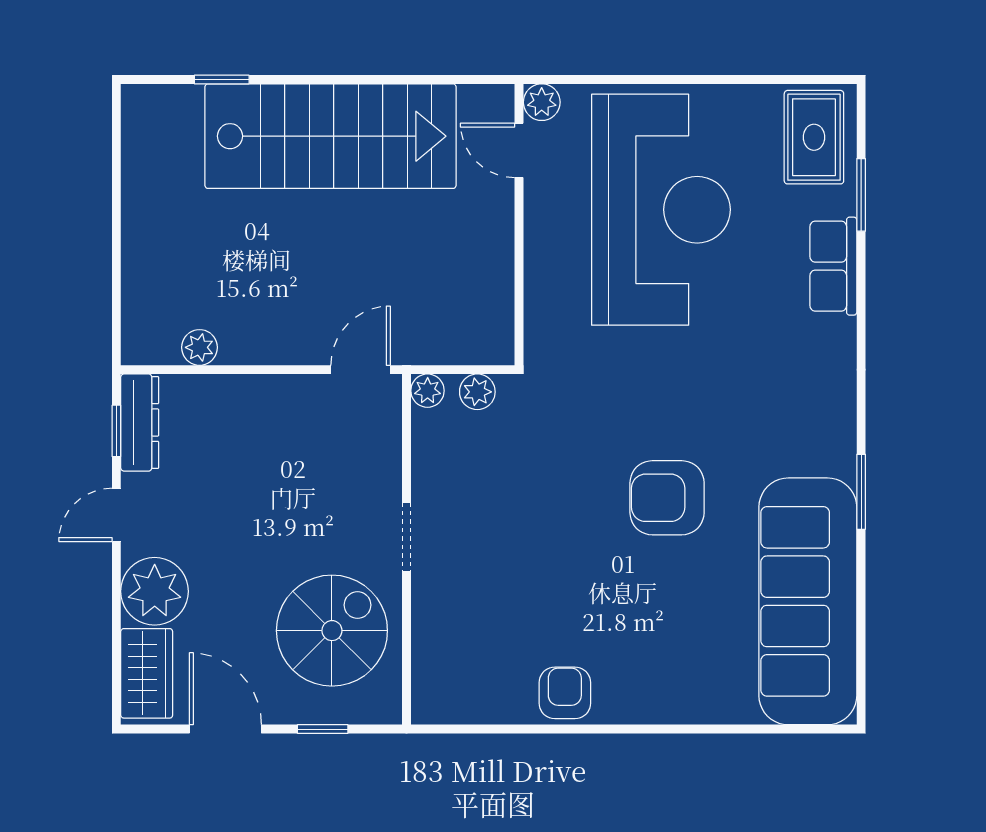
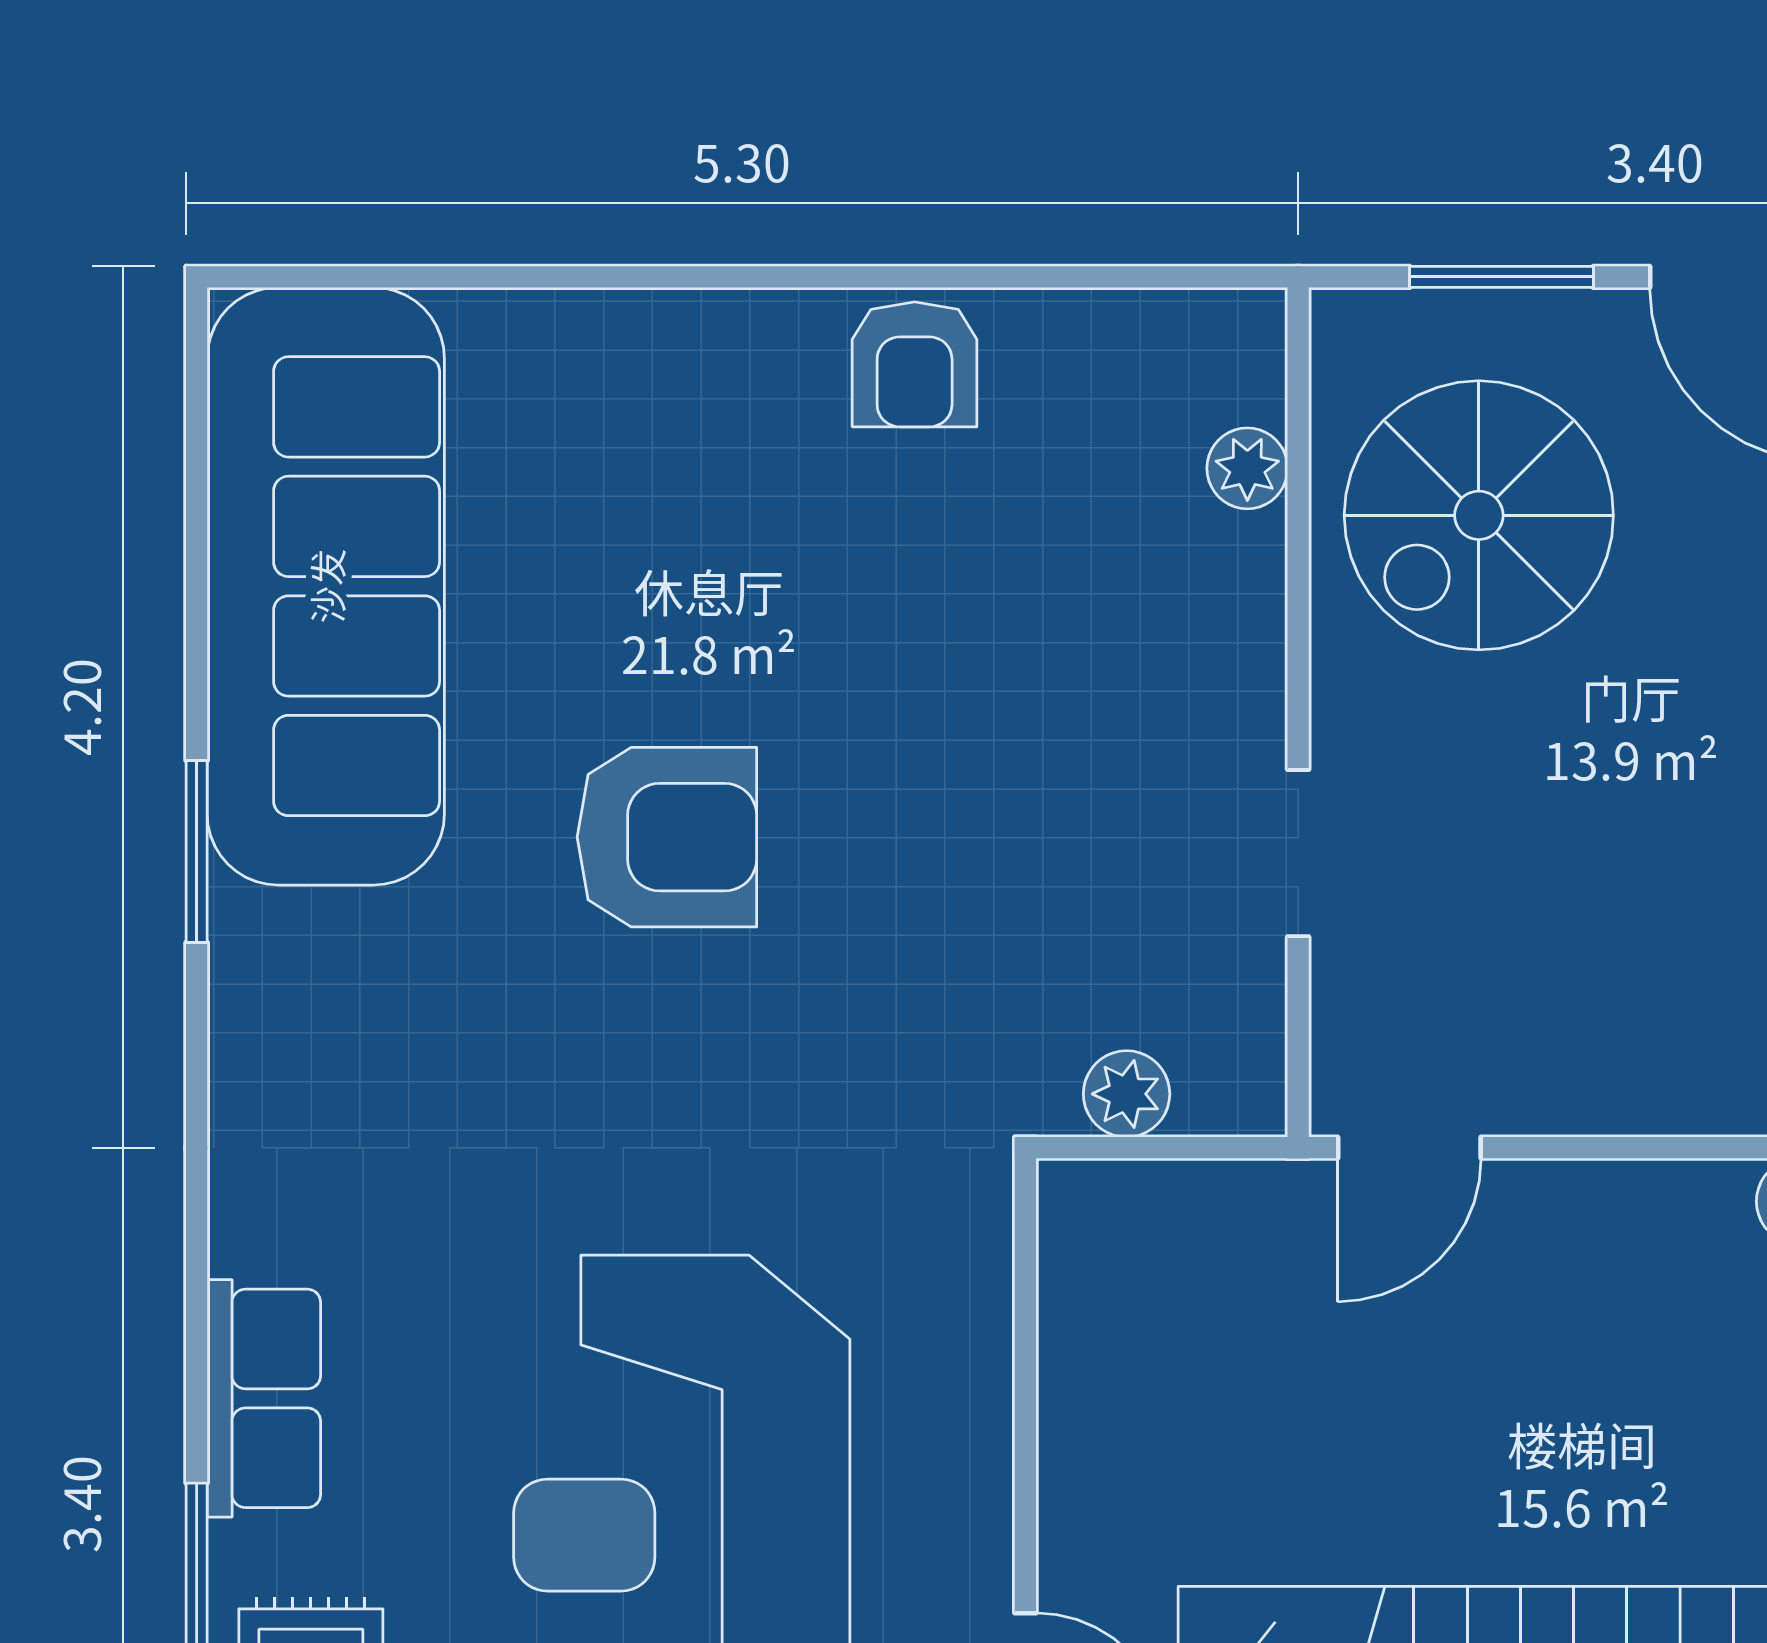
plant: (428, 391) -> (1247, 468), moved
doorway: (406, 537) -> (1298, 853), moved
window: (323, 729) -> (1501, 277), width x1.50

